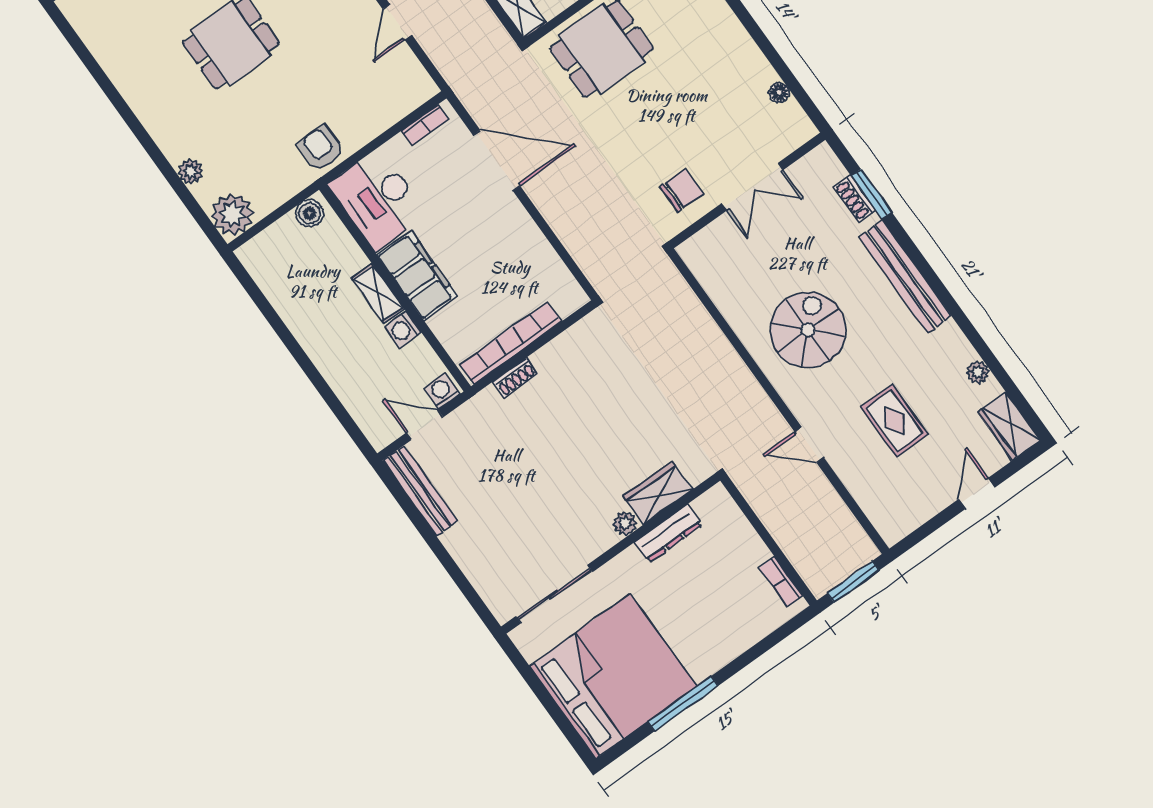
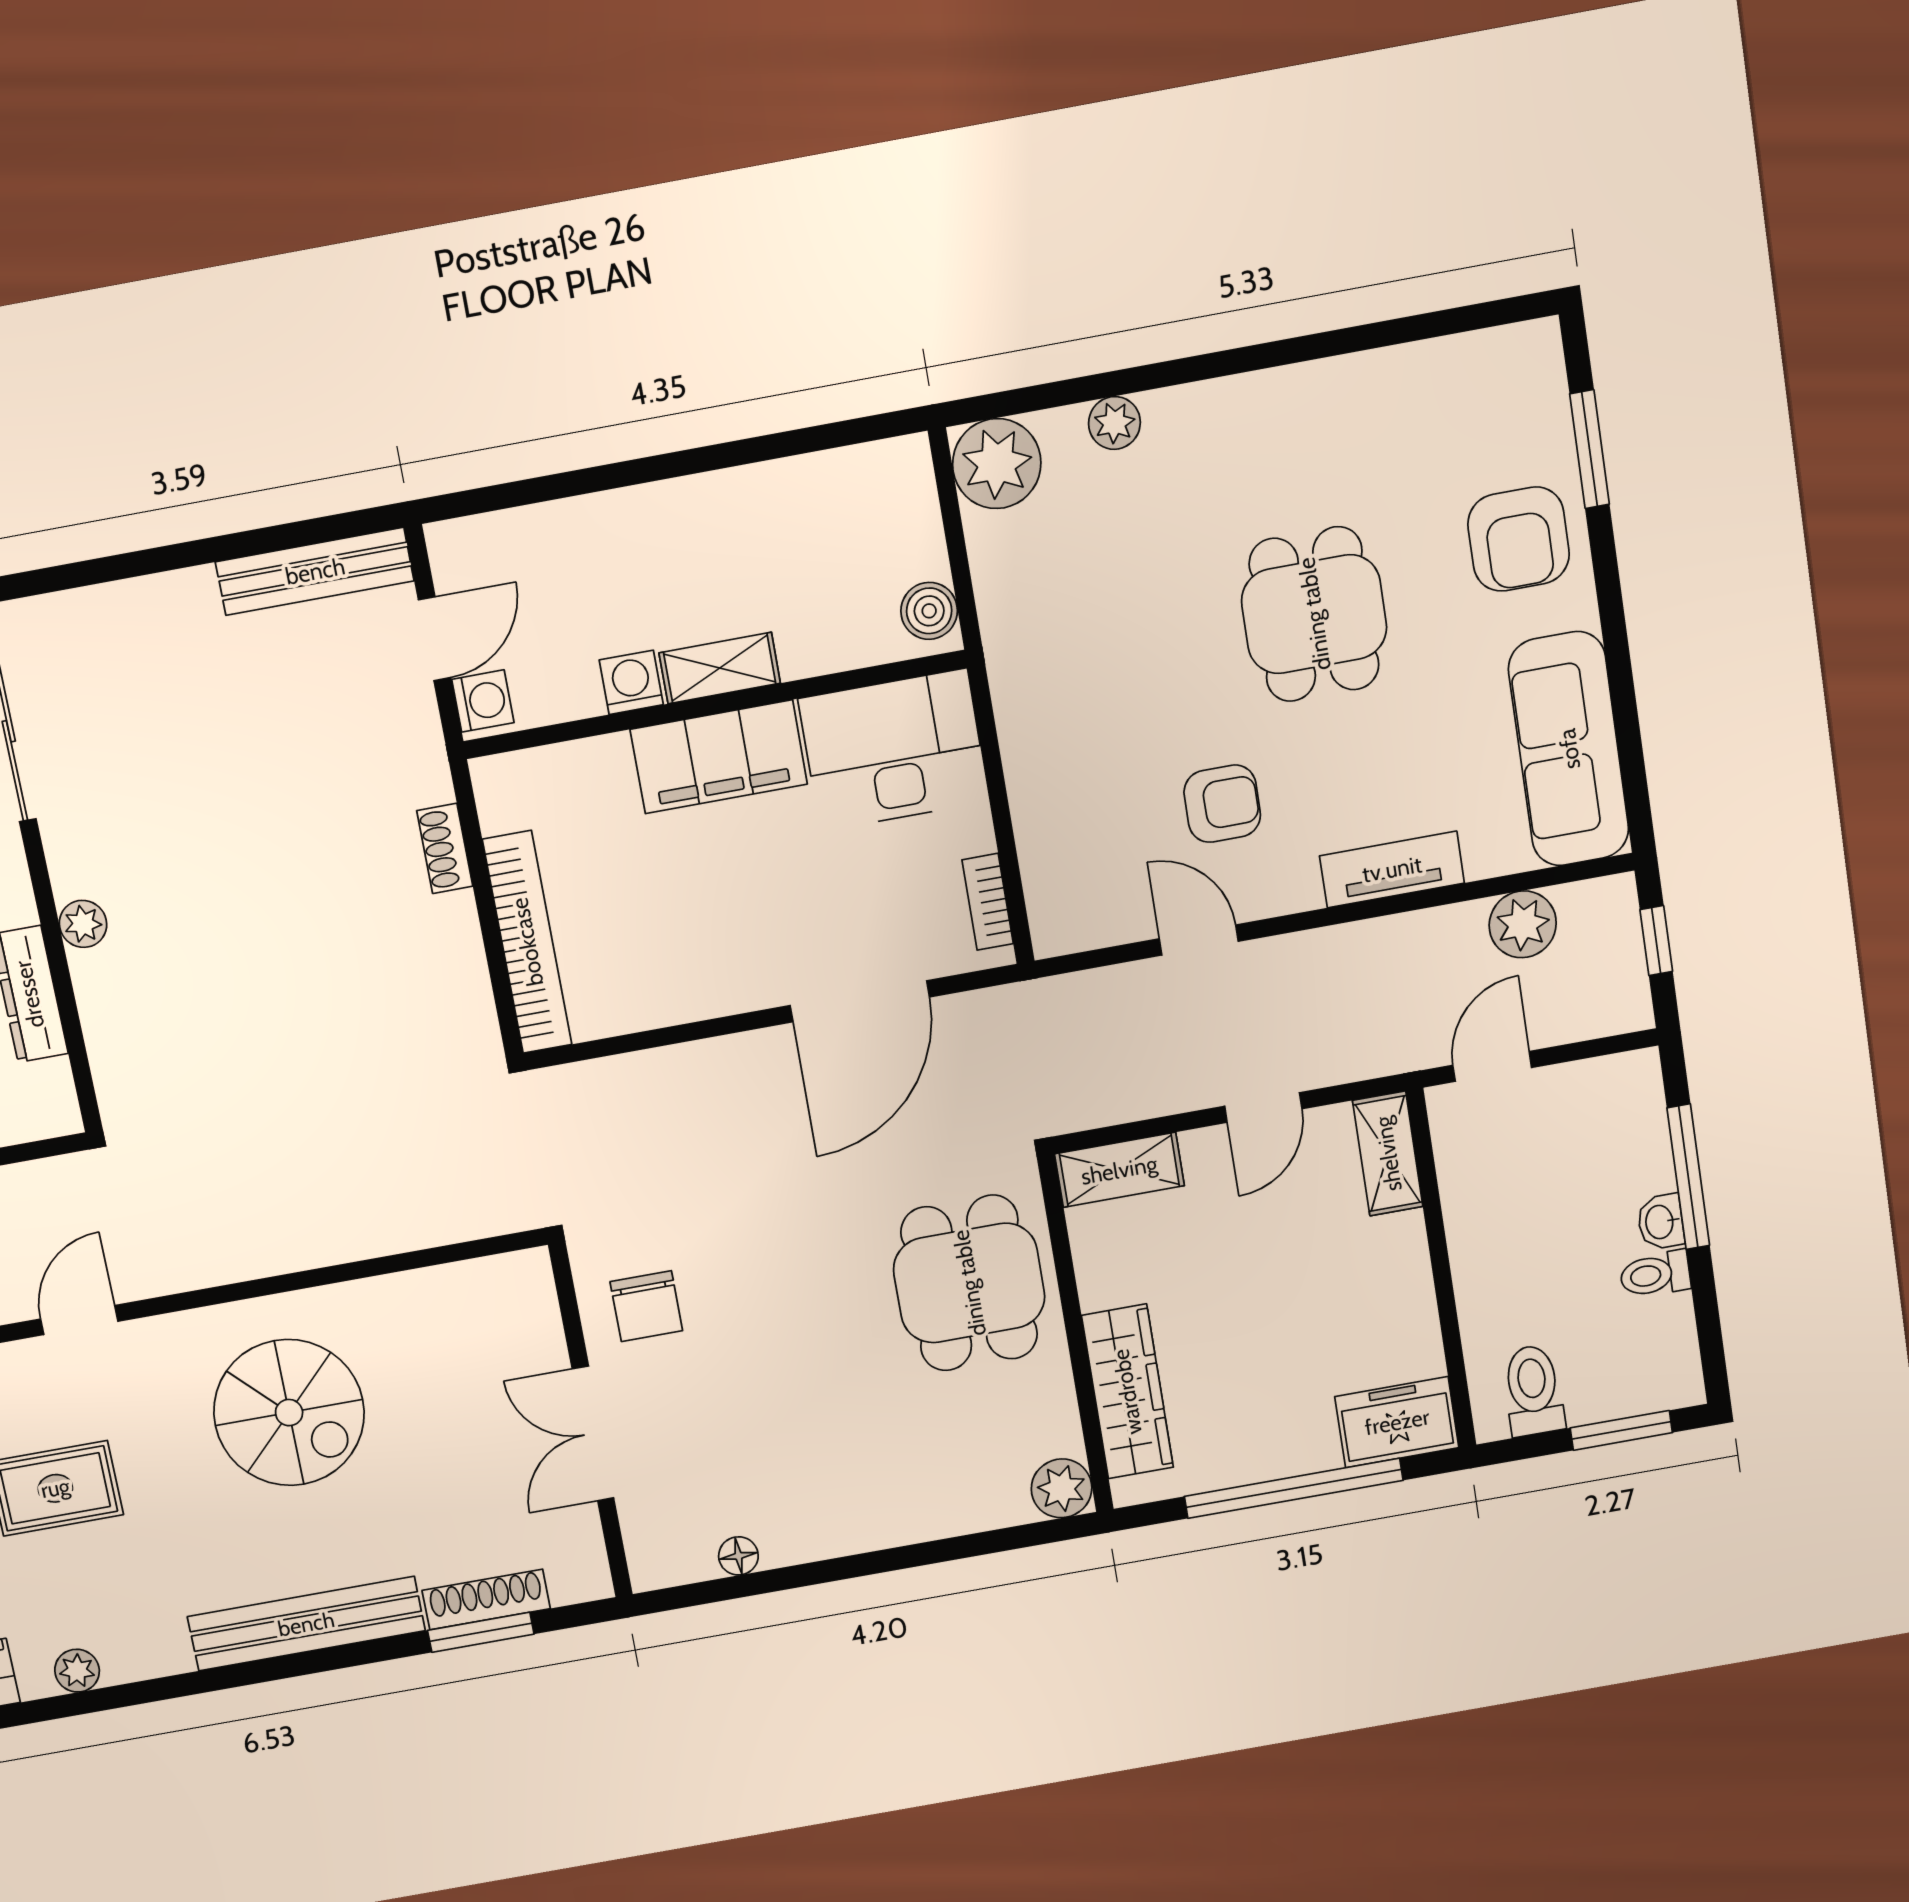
armchair: (321, 148) -> (1222, 804), moved
shoe rack: (855, 199) -> (486, 1600), width x1.43
bookcase: (511, 343) -> (527, 942), moved
wardrobe: (658, 493) -> (113, 1009), removed

